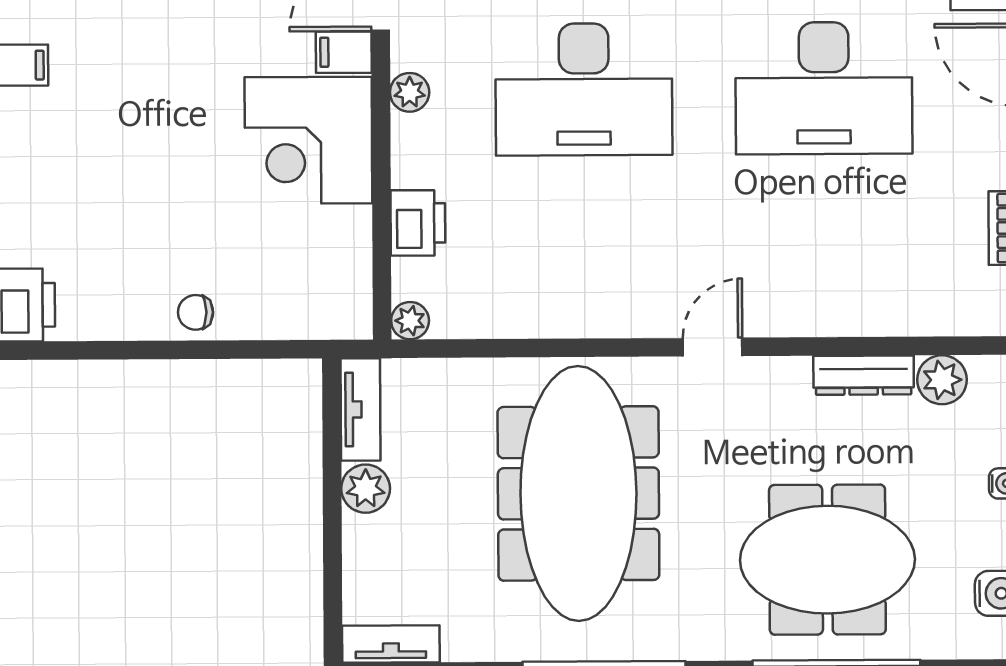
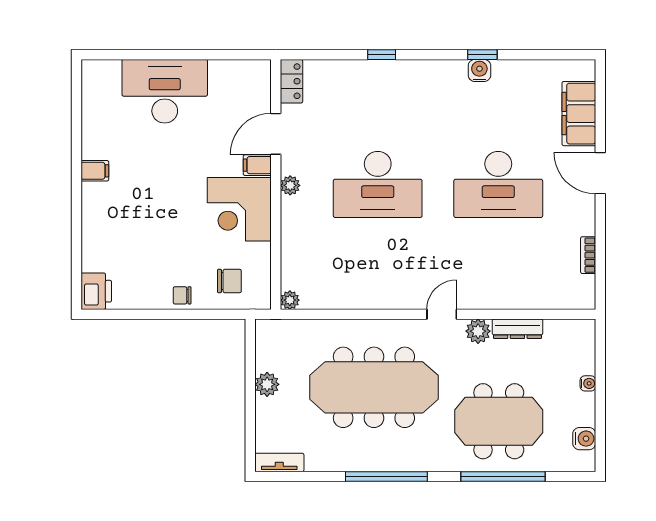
printer: (418, 223) -> (294, 251), removed
chair: (289, 283) -> (229, 281), added
plant: (942, 380) -> (478, 331), moved
tv unit: (361, 409) -> (265, 345), removed
meeting table: (578, 493) -> (374, 387), turned 90

